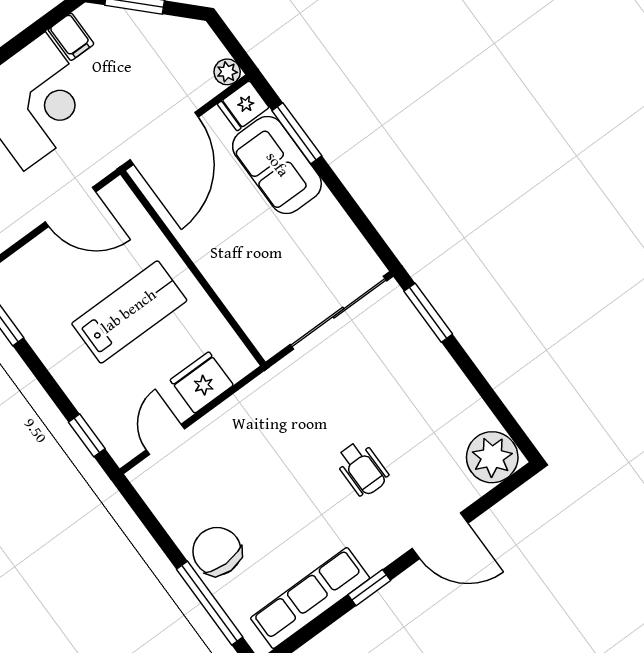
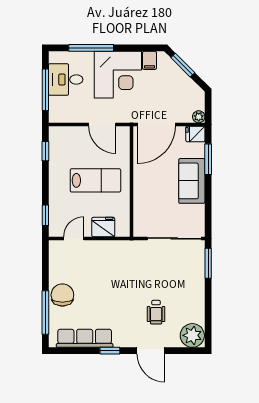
sofa: (277, 165) -> (192, 181), moved
wheelchair: (362, 469) -> (156, 312), moved

